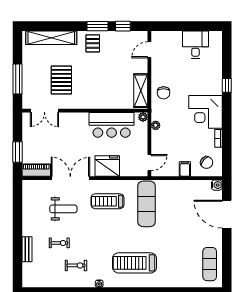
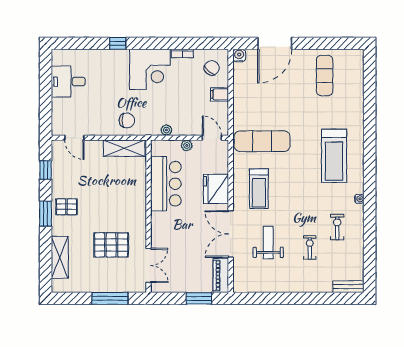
window: (98, 26) -> (46, 214), moved
shelving: (51, 38) -> (60, 257), width x0.68
plant: (143, 117) -> (187, 145), moved
bench: (27, 249) -> (348, 287), moved
exercise mat: (210, 264) -> (325, 76), moved, turned 90

